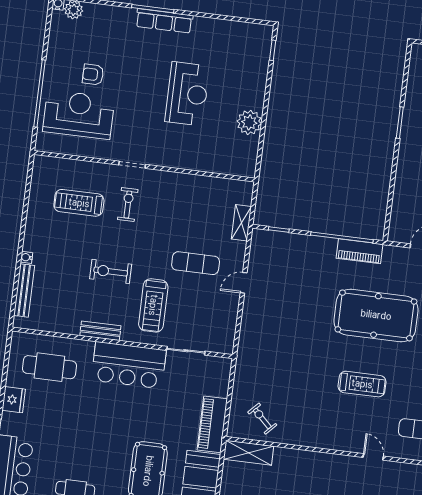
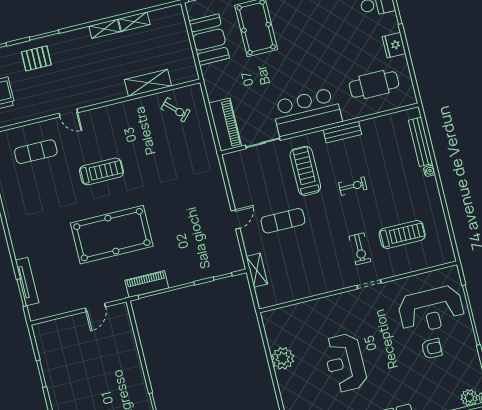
exercise bike: (111, 272) -> (353, 186), width x0.73, depth x0.72
treadmill: (362, 384) -> (101, 171), turned 180
piano: (212, 424) -> (225, 125), moved
shelving: (249, 453) -> (148, 83), moved

